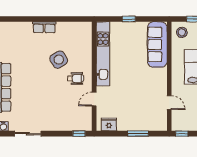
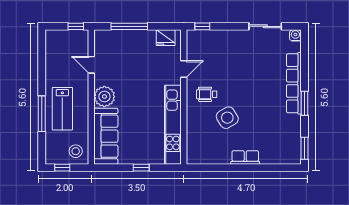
plant: (158, 77) -> (104, 97), added
window: (138, 134) -> (129, 26), width x1.44

